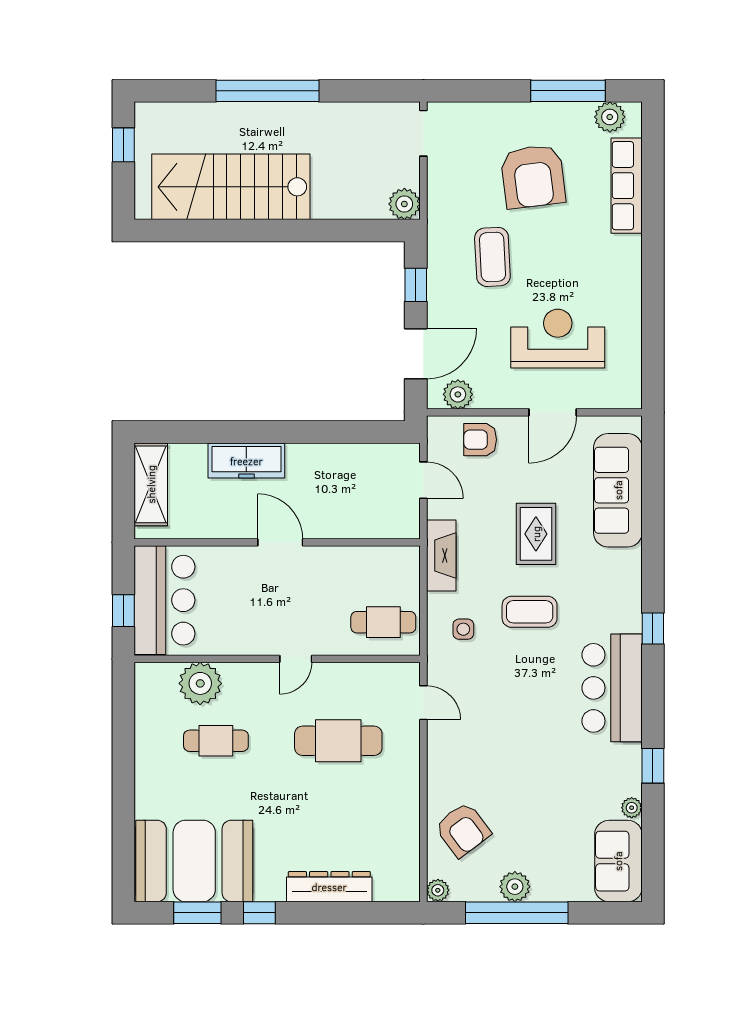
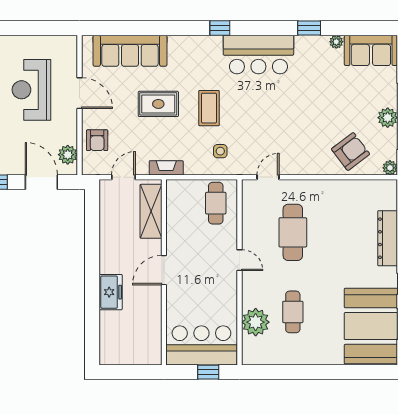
freezer: (246, 461) -> (111, 292), width x0.71
shelving: (151, 484) -> (151, 211), moved, turned 90
fireplace: (441, 556) -> (166, 168), width x0.73, depth x0.76

